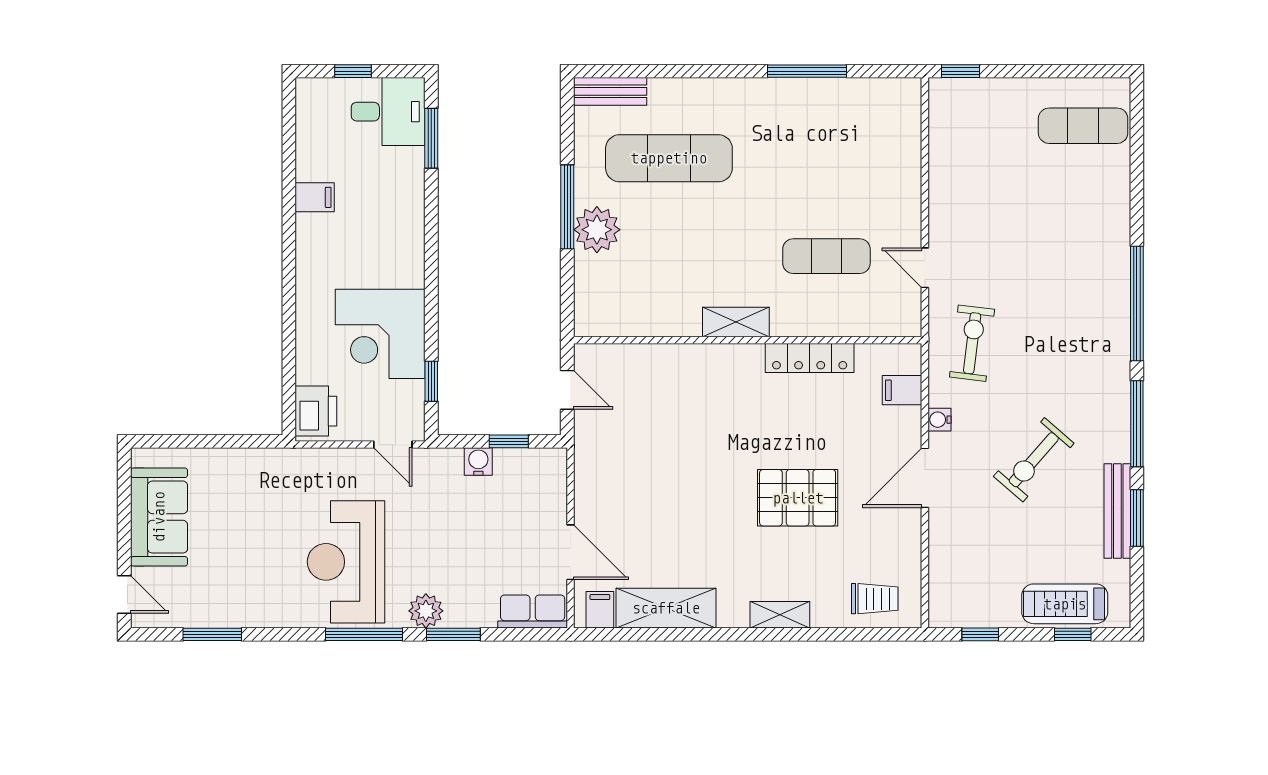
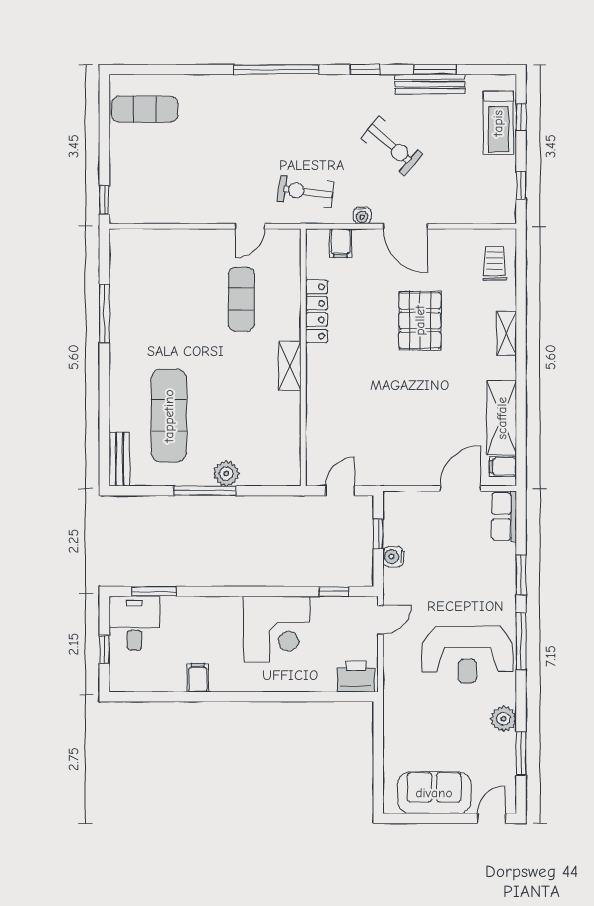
exercise mat: (1083, 126) -> (145, 109), turned 90
plant: (597, 230) -> (226, 473), width x0.73, depth x0.73
corner desk: (380, 334) -> (277, 629), moved
window: (1137, 424) -> (365, 69), width x0.46
plant: (426, 611) -> (504, 719), moved

